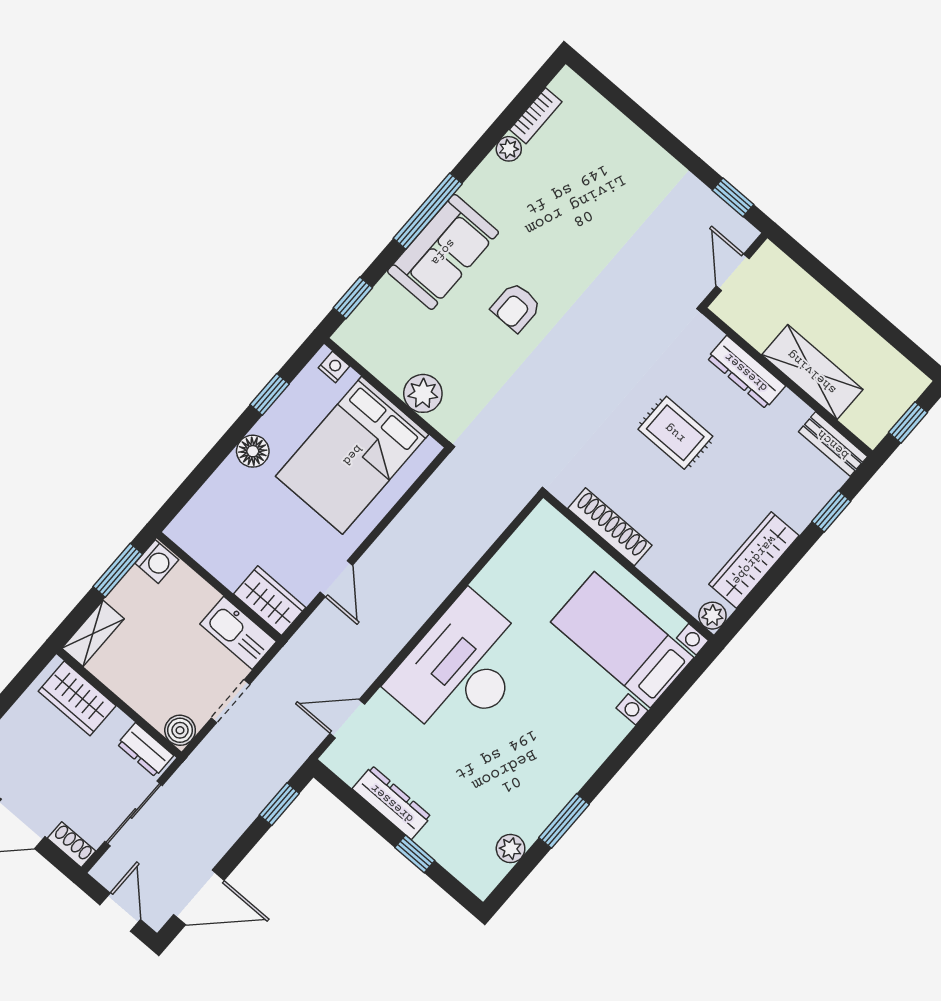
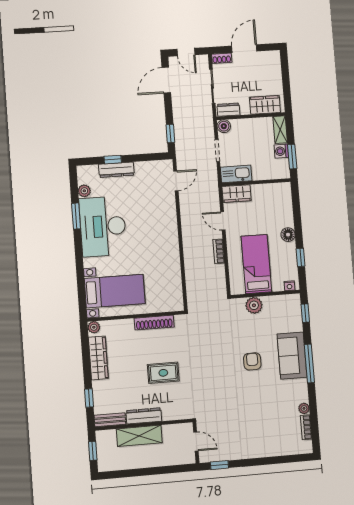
dresser: (746, 372) -> (144, 416), moved
bed: (352, 455) -> (256, 264), width x0.67
bookcase: (392, 537) -> (219, 251), added
washing machine: (157, 562) -> (281, 151), moved
desk: (462, 669) -> (103, 226), moved, turned 180
dresser: (392, 803) -> (116, 170), moved

